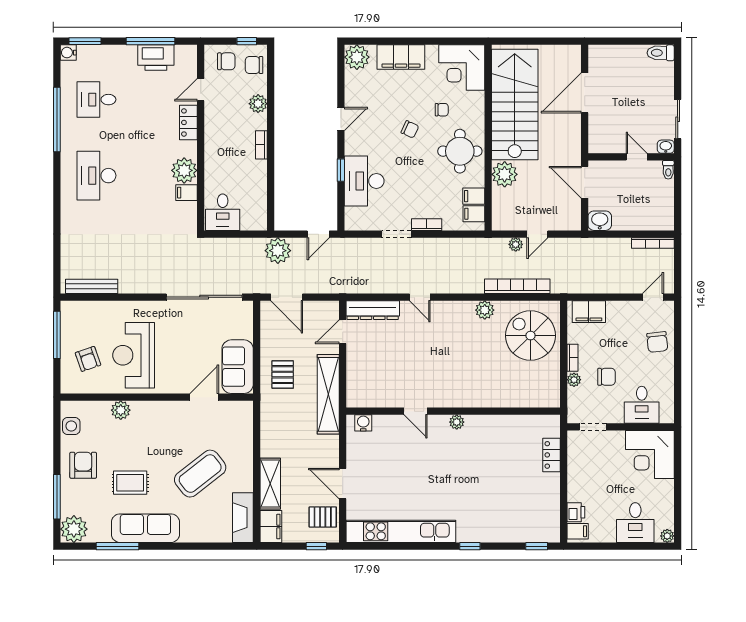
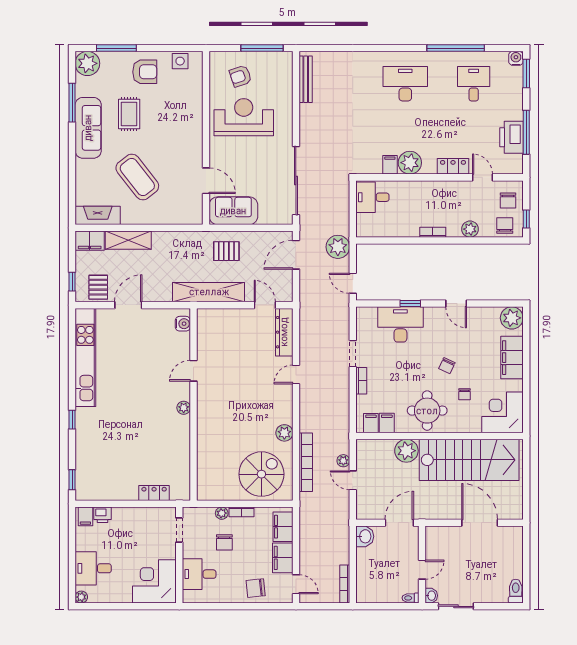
filing cabinet: (624, 312) -> (283, 558), added
plant: (121, 410) -> (194, 106), removed

